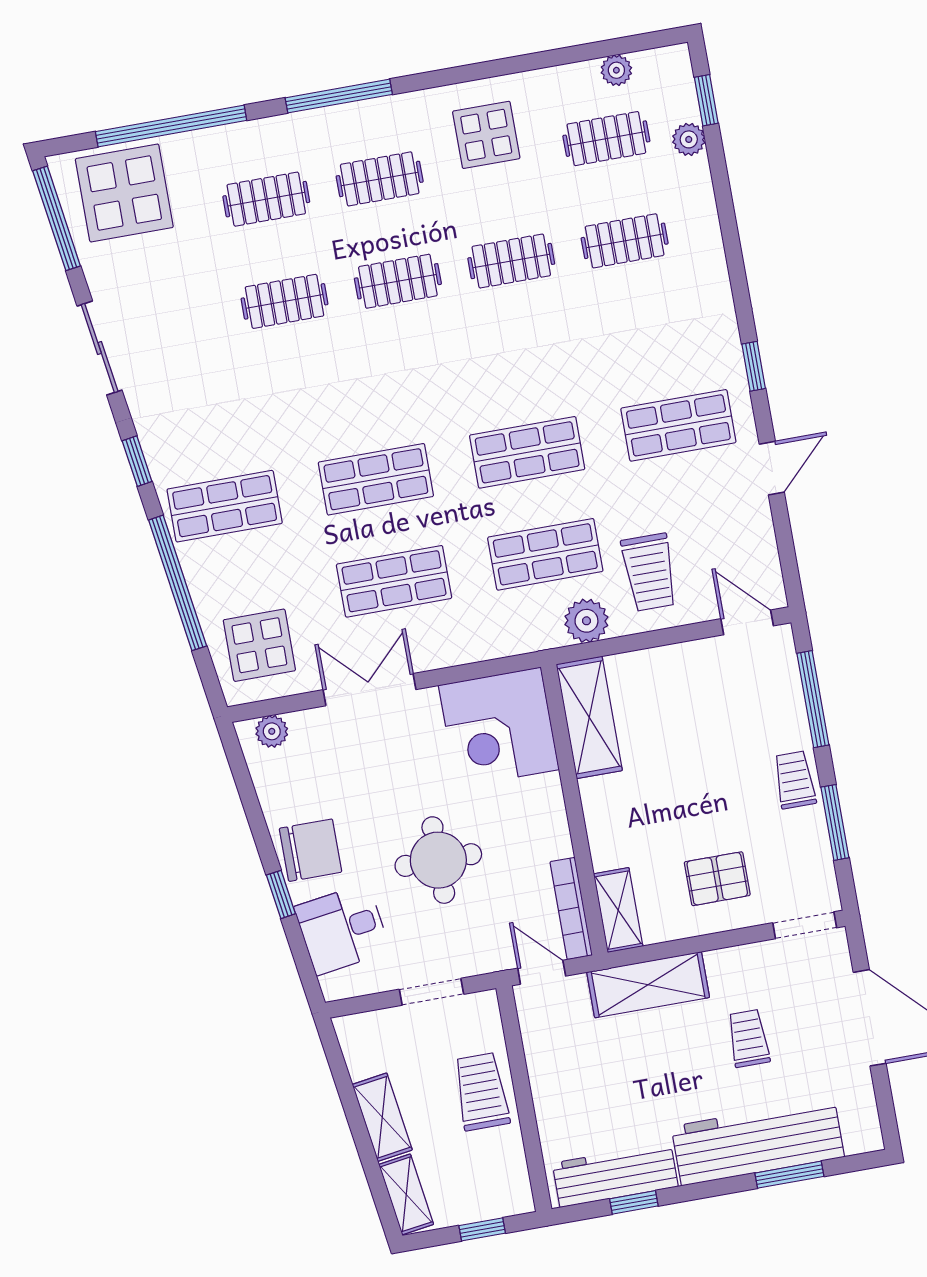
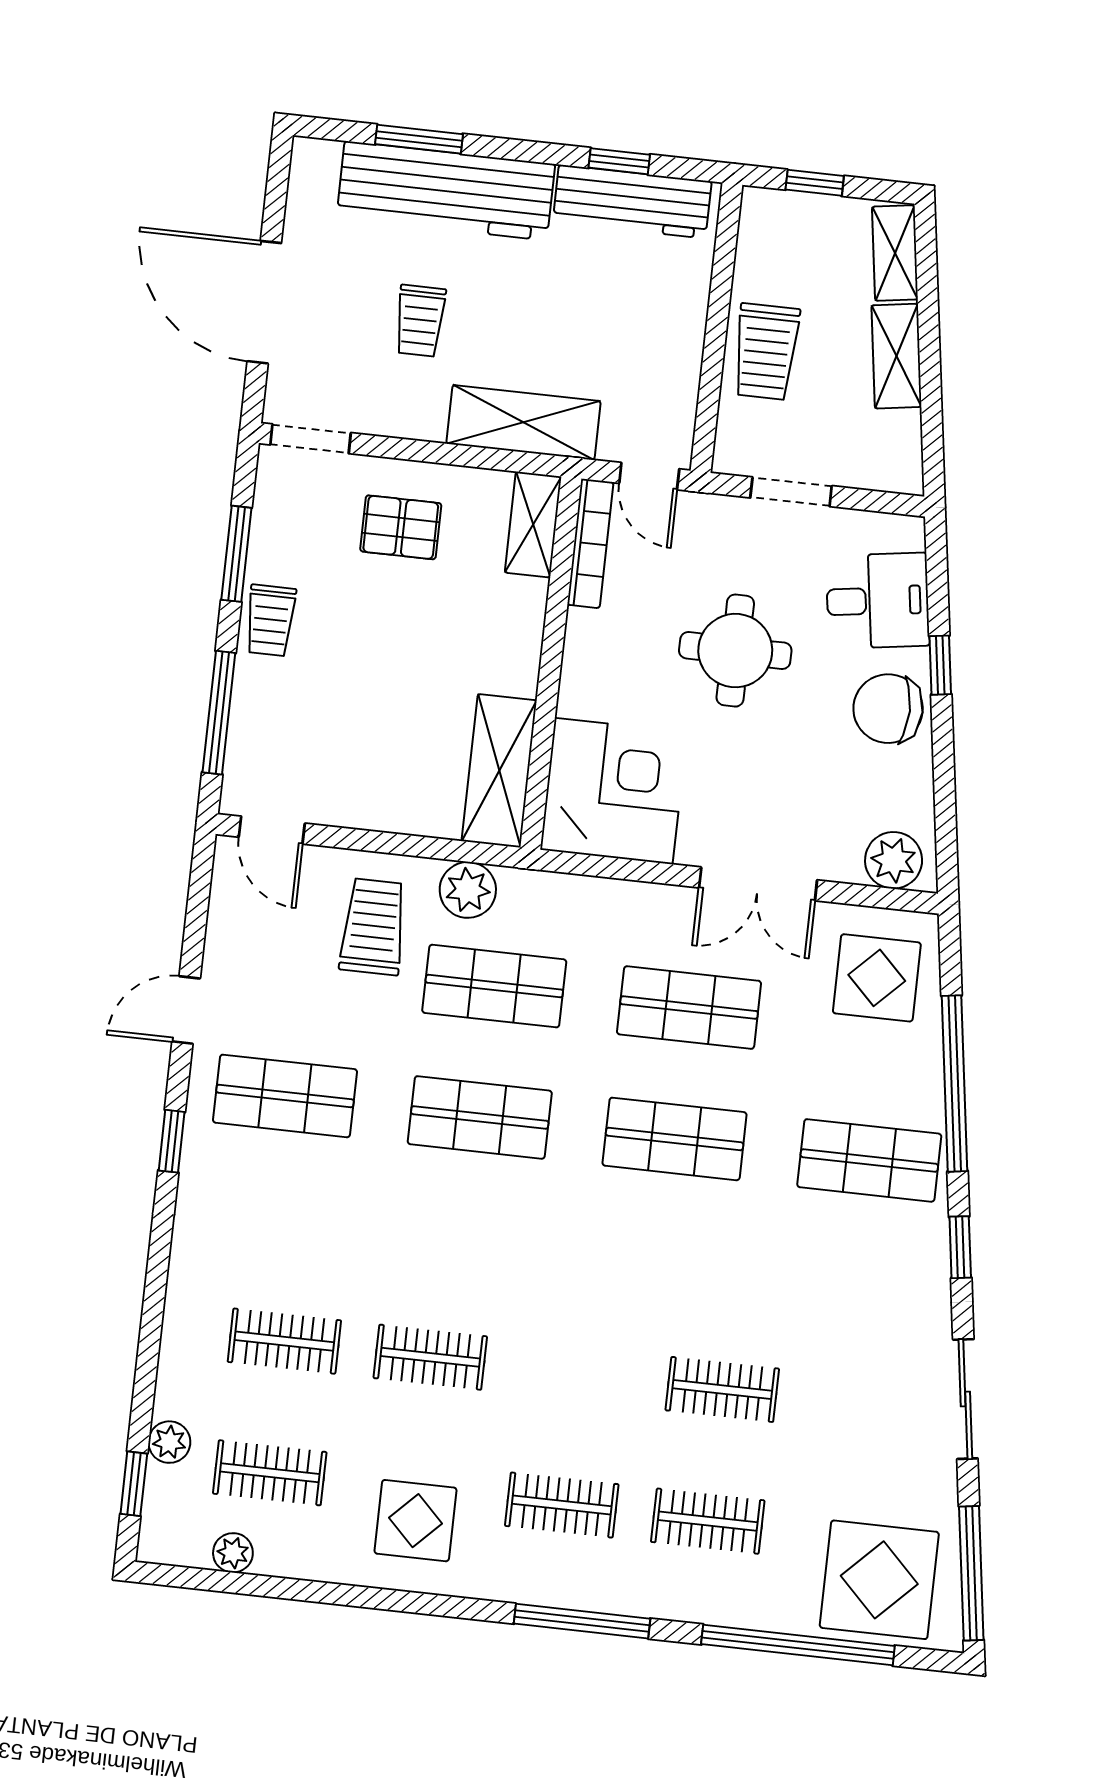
clothes rail: (398, 281) -> (576, 1373), removed
plant: (272, 731) -> (894, 860), width x1.38, depth x1.38

